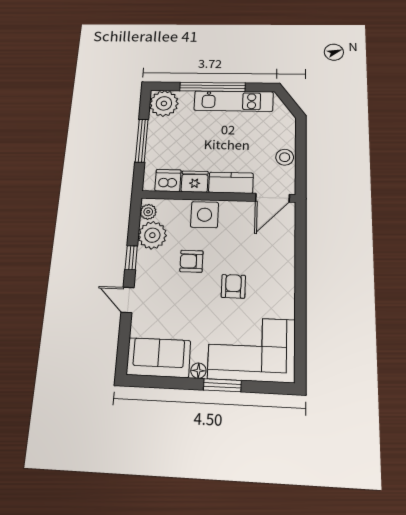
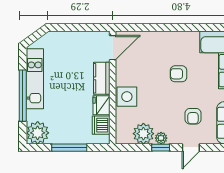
stool: (285, 157) -> (81, 39), removed
door: (272, 198) -> (113, 48), hinge flipped
plant: (148, 212) -> (161, 138), moved
armchair: (191, 261) -> (193, 116), moved

